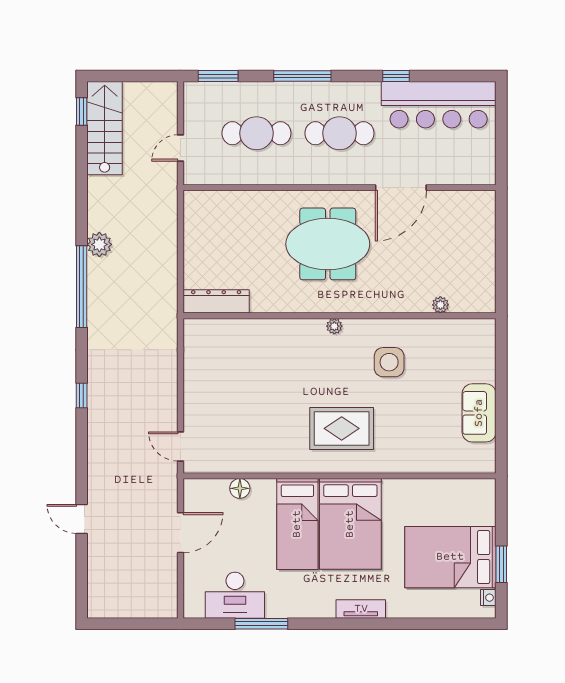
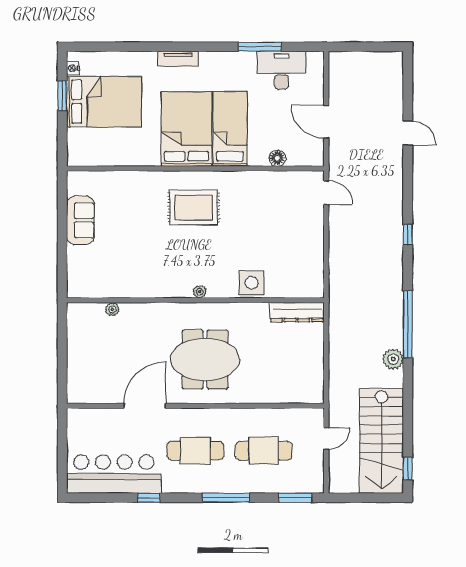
stairs: (105, 128) -> (381, 441), width x1.36, depth x1.51
side table: (389, 362) -> (252, 283), moved
door: (180, 533) -> (326, 122), hinge flipped

